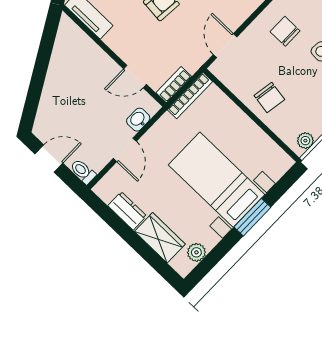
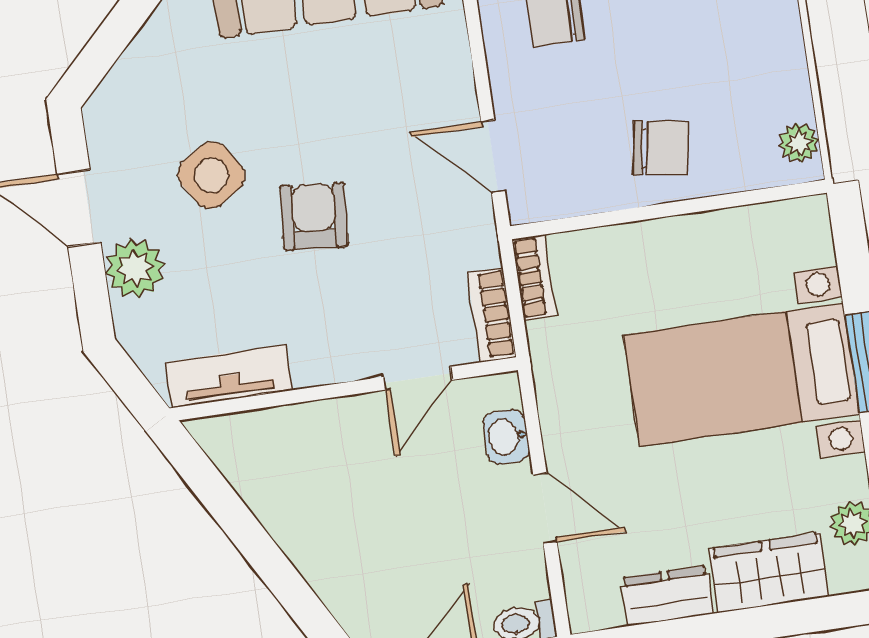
bookcase: (190, 96) -> (534, 277), width x0.64

